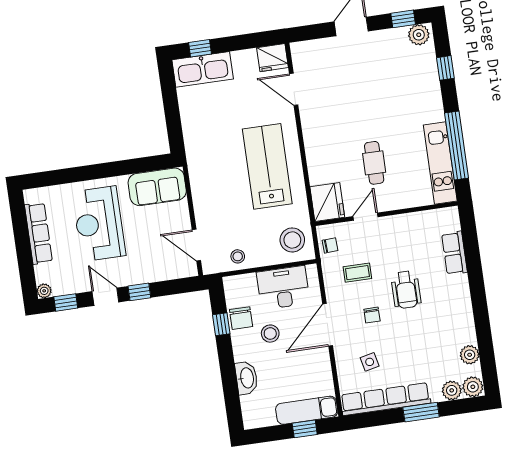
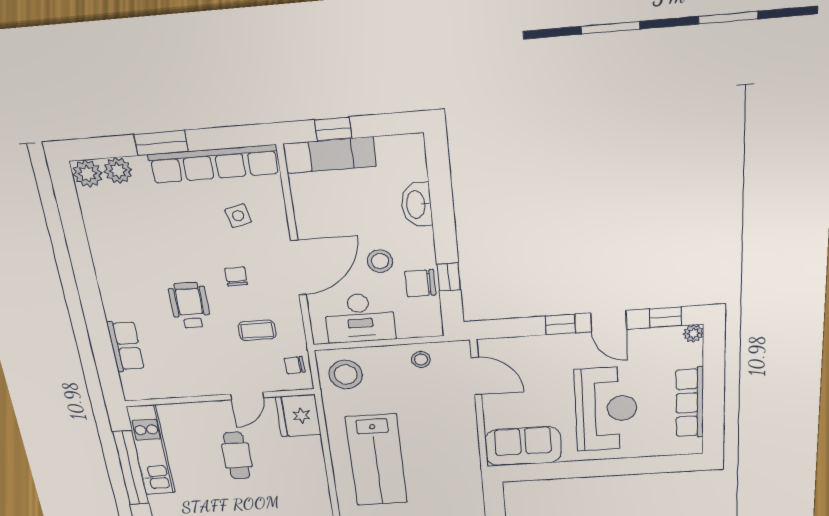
chair: (241, 318) -> (420, 283), turned -90
plant: (470, 355) -> (95, 217), removed

